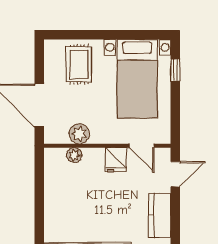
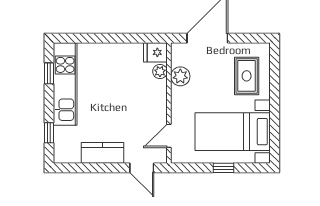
rug: (79, 64) -> (247, 76), turned 90
window: (175, 70) -> (223, 168), moved
fridge: (116, 160) -> (155, 52), moved

